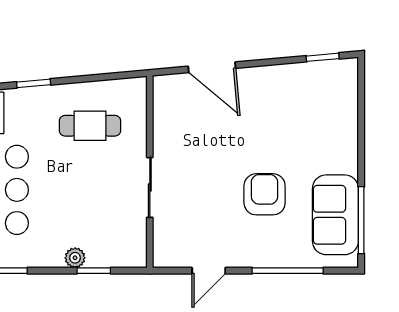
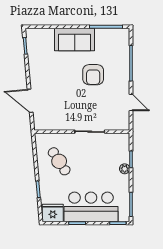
door: (212, 67) -> (30, 101), swing flipped
cafe table: (90, 126) -> (59, 161), turned -33
armchair: (265, 194) -> (93, 75), turned -90
sofa: (335, 215) -> (75, 39), moved

